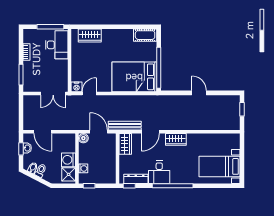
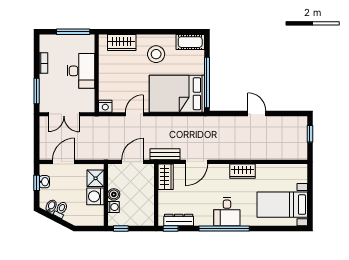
desk: (57, 45) -> (81, 71), moved
stool: (118, 45) -> (156, 54), added
double door: (53, 93) -> (64, 114), moved
door: (89, 93) -> (134, 114), moved
bench: (125, 126) -> (165, 154), width x0.73
door: (43, 132) -> (64, 162), swing flipped
door: (99, 132) -> (133, 162), hinge flipped
boiler: (83, 138) -> (114, 194), moved
wardrobe: (176, 139) -> (243, 171), moved
desk: (159, 172) -> (227, 212), moved
shower: (69, 174) -> (96, 178), moved

